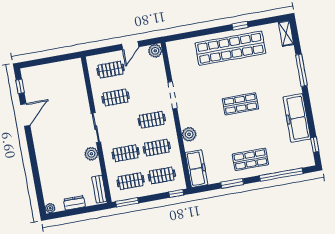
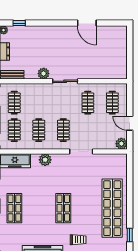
window: (240, 26) -> (130, 235), moved
trolley: (273, 80) -> (78, 240), added
window: (20, 86) -> (19, 23), moved
clothes rail: (126, 153) -> (39, 103), removed

